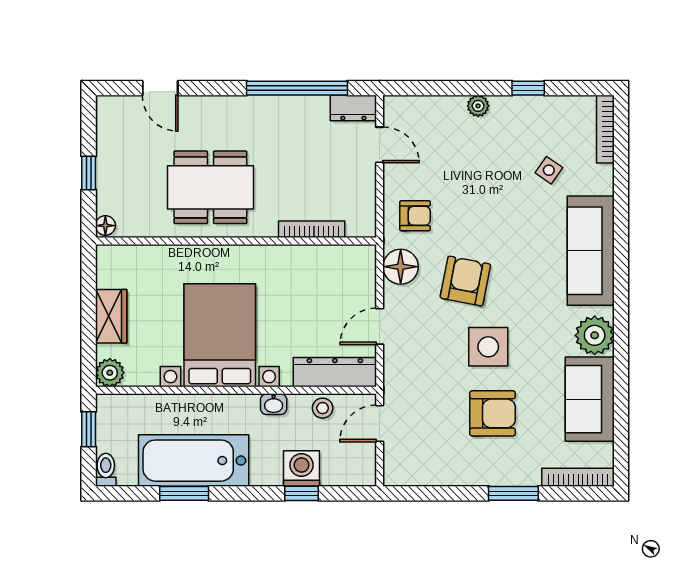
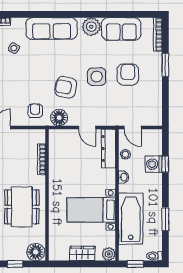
floor lamp: (105, 226) -> (36, 252), width x1.89, depth x1.89
bed with nightstands: (220, 335) -> (91, 210), width x0.73
bathtub: (194, 461) -> (131, 219), moved, turned 180

